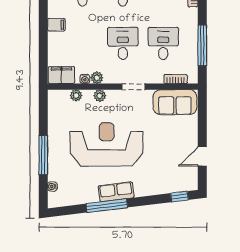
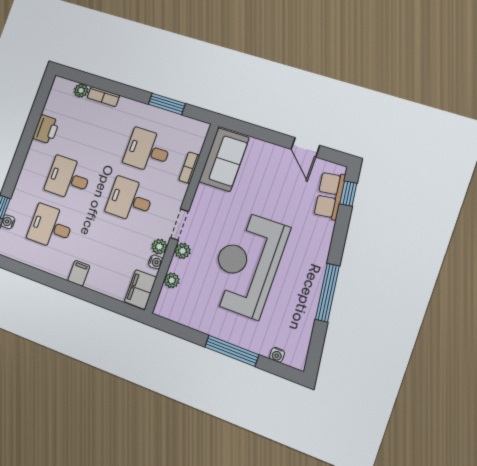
window: (202, 45) -> (167, 104), width x0.69
bookcase: (176, 79) -> (189, 168), moved
doorway: (134, 87) -> (179, 225), moved
row of seats: (116, 192) -> (330, 195), moved

